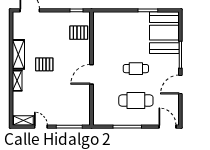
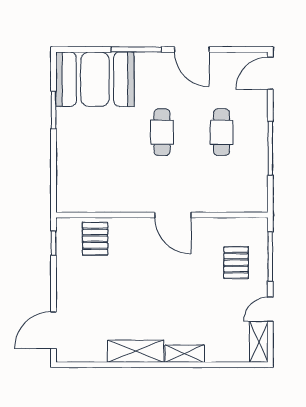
pallet: (44, 64) -> (236, 263), moved
cafe table: (136, 101) -> (222, 132), width x0.73, depth x0.74

